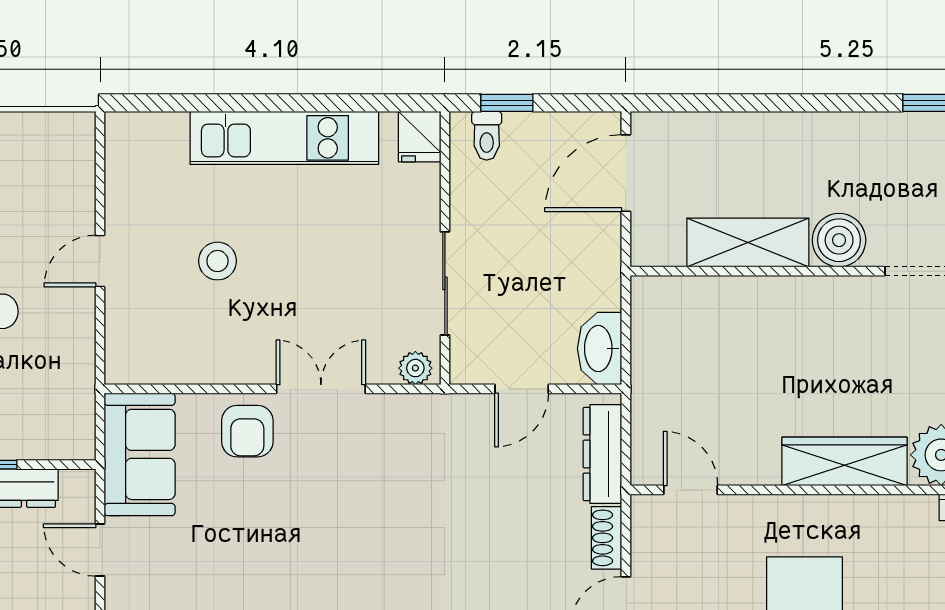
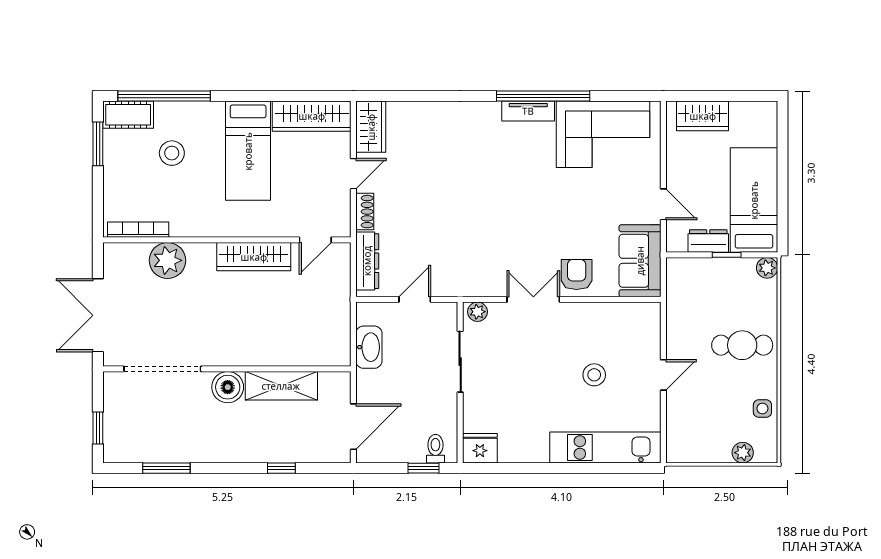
window: (748, 103) -> (281, 468), added
fridge: (420, 137) -> (480, 448), width x1.38
kitchen unit: (284, 138) -> (605, 447), moved
washbasin: (600, 349) -> (369, 347), moved
double door: (321, 389) -> (533, 299), swing flipped
wardrobe: (844, 461) -> (254, 257), moved
door: (691, 490) -> (315, 240), hinge flipped

